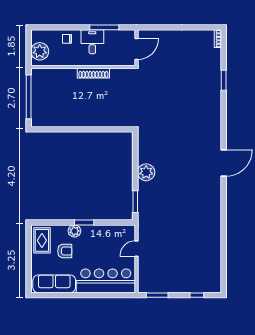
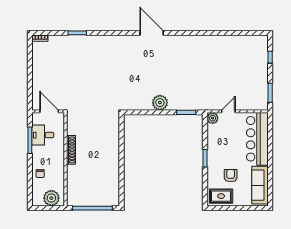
desk: (92, 42) -> (43, 135), moved
plant: (74, 231) -> (213, 118), moved
door: (136, 249) -> (228, 111), swing flipped

